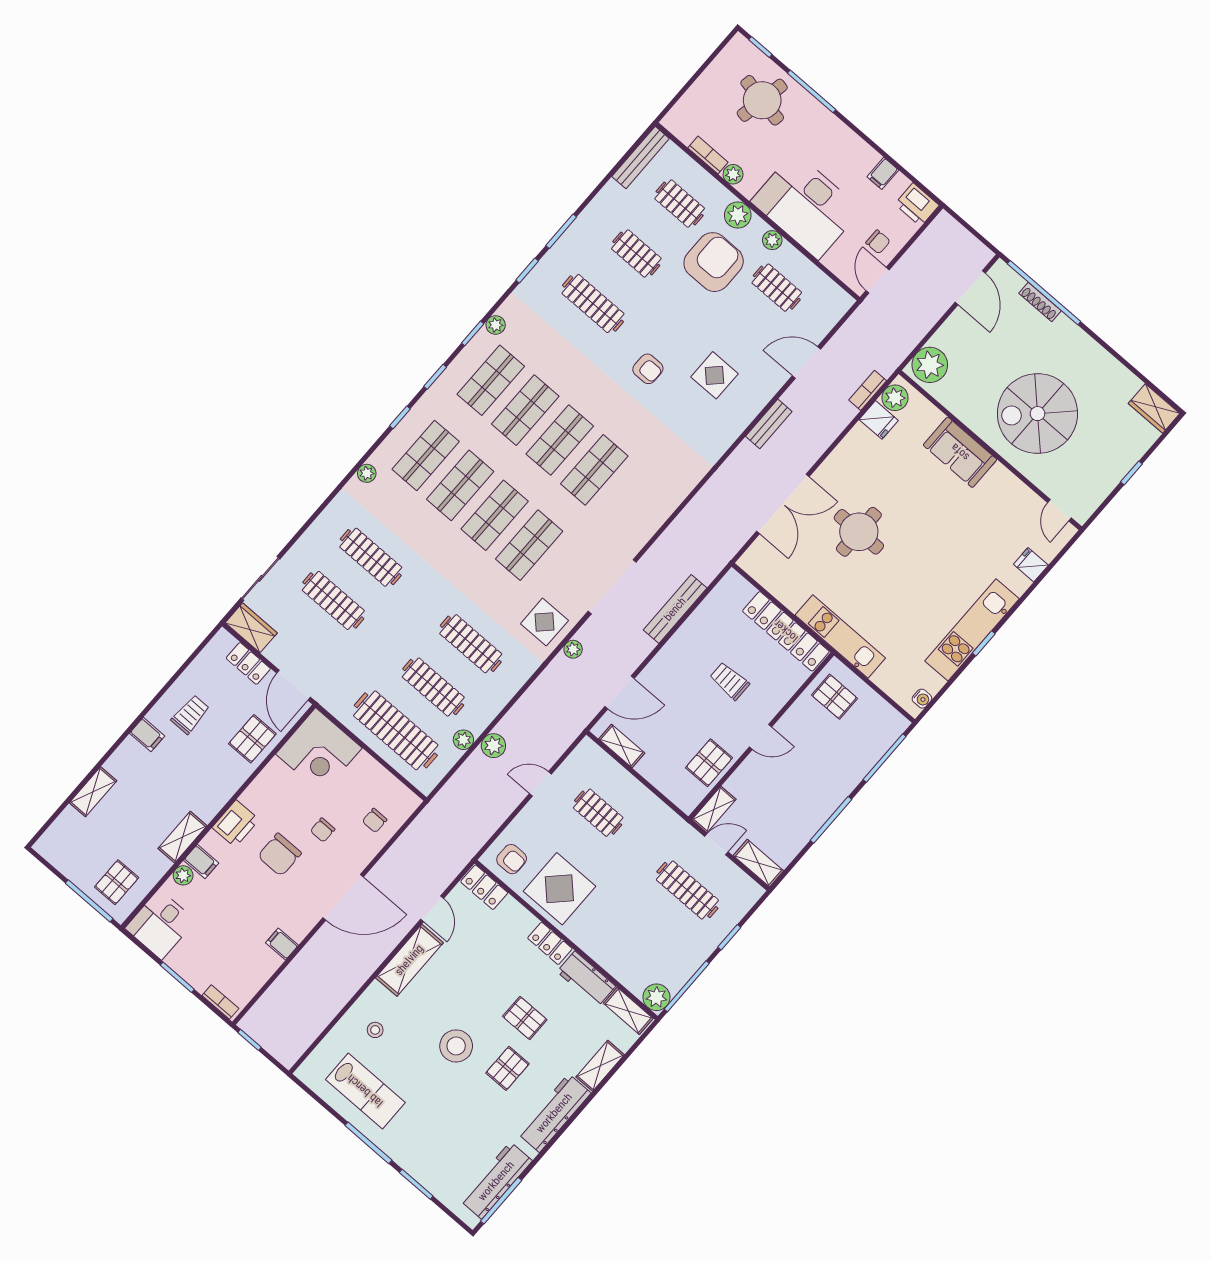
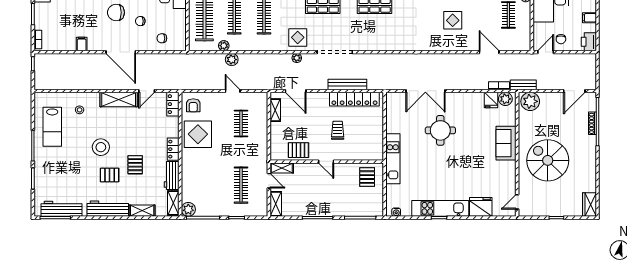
bench: (769, 424) -> (523, 85), moved
fridge: (1031, 565) -> (481, 207), width x1.88, depth x1.34
locker: (786, 631) -> (354, 99), moved, turned -90

